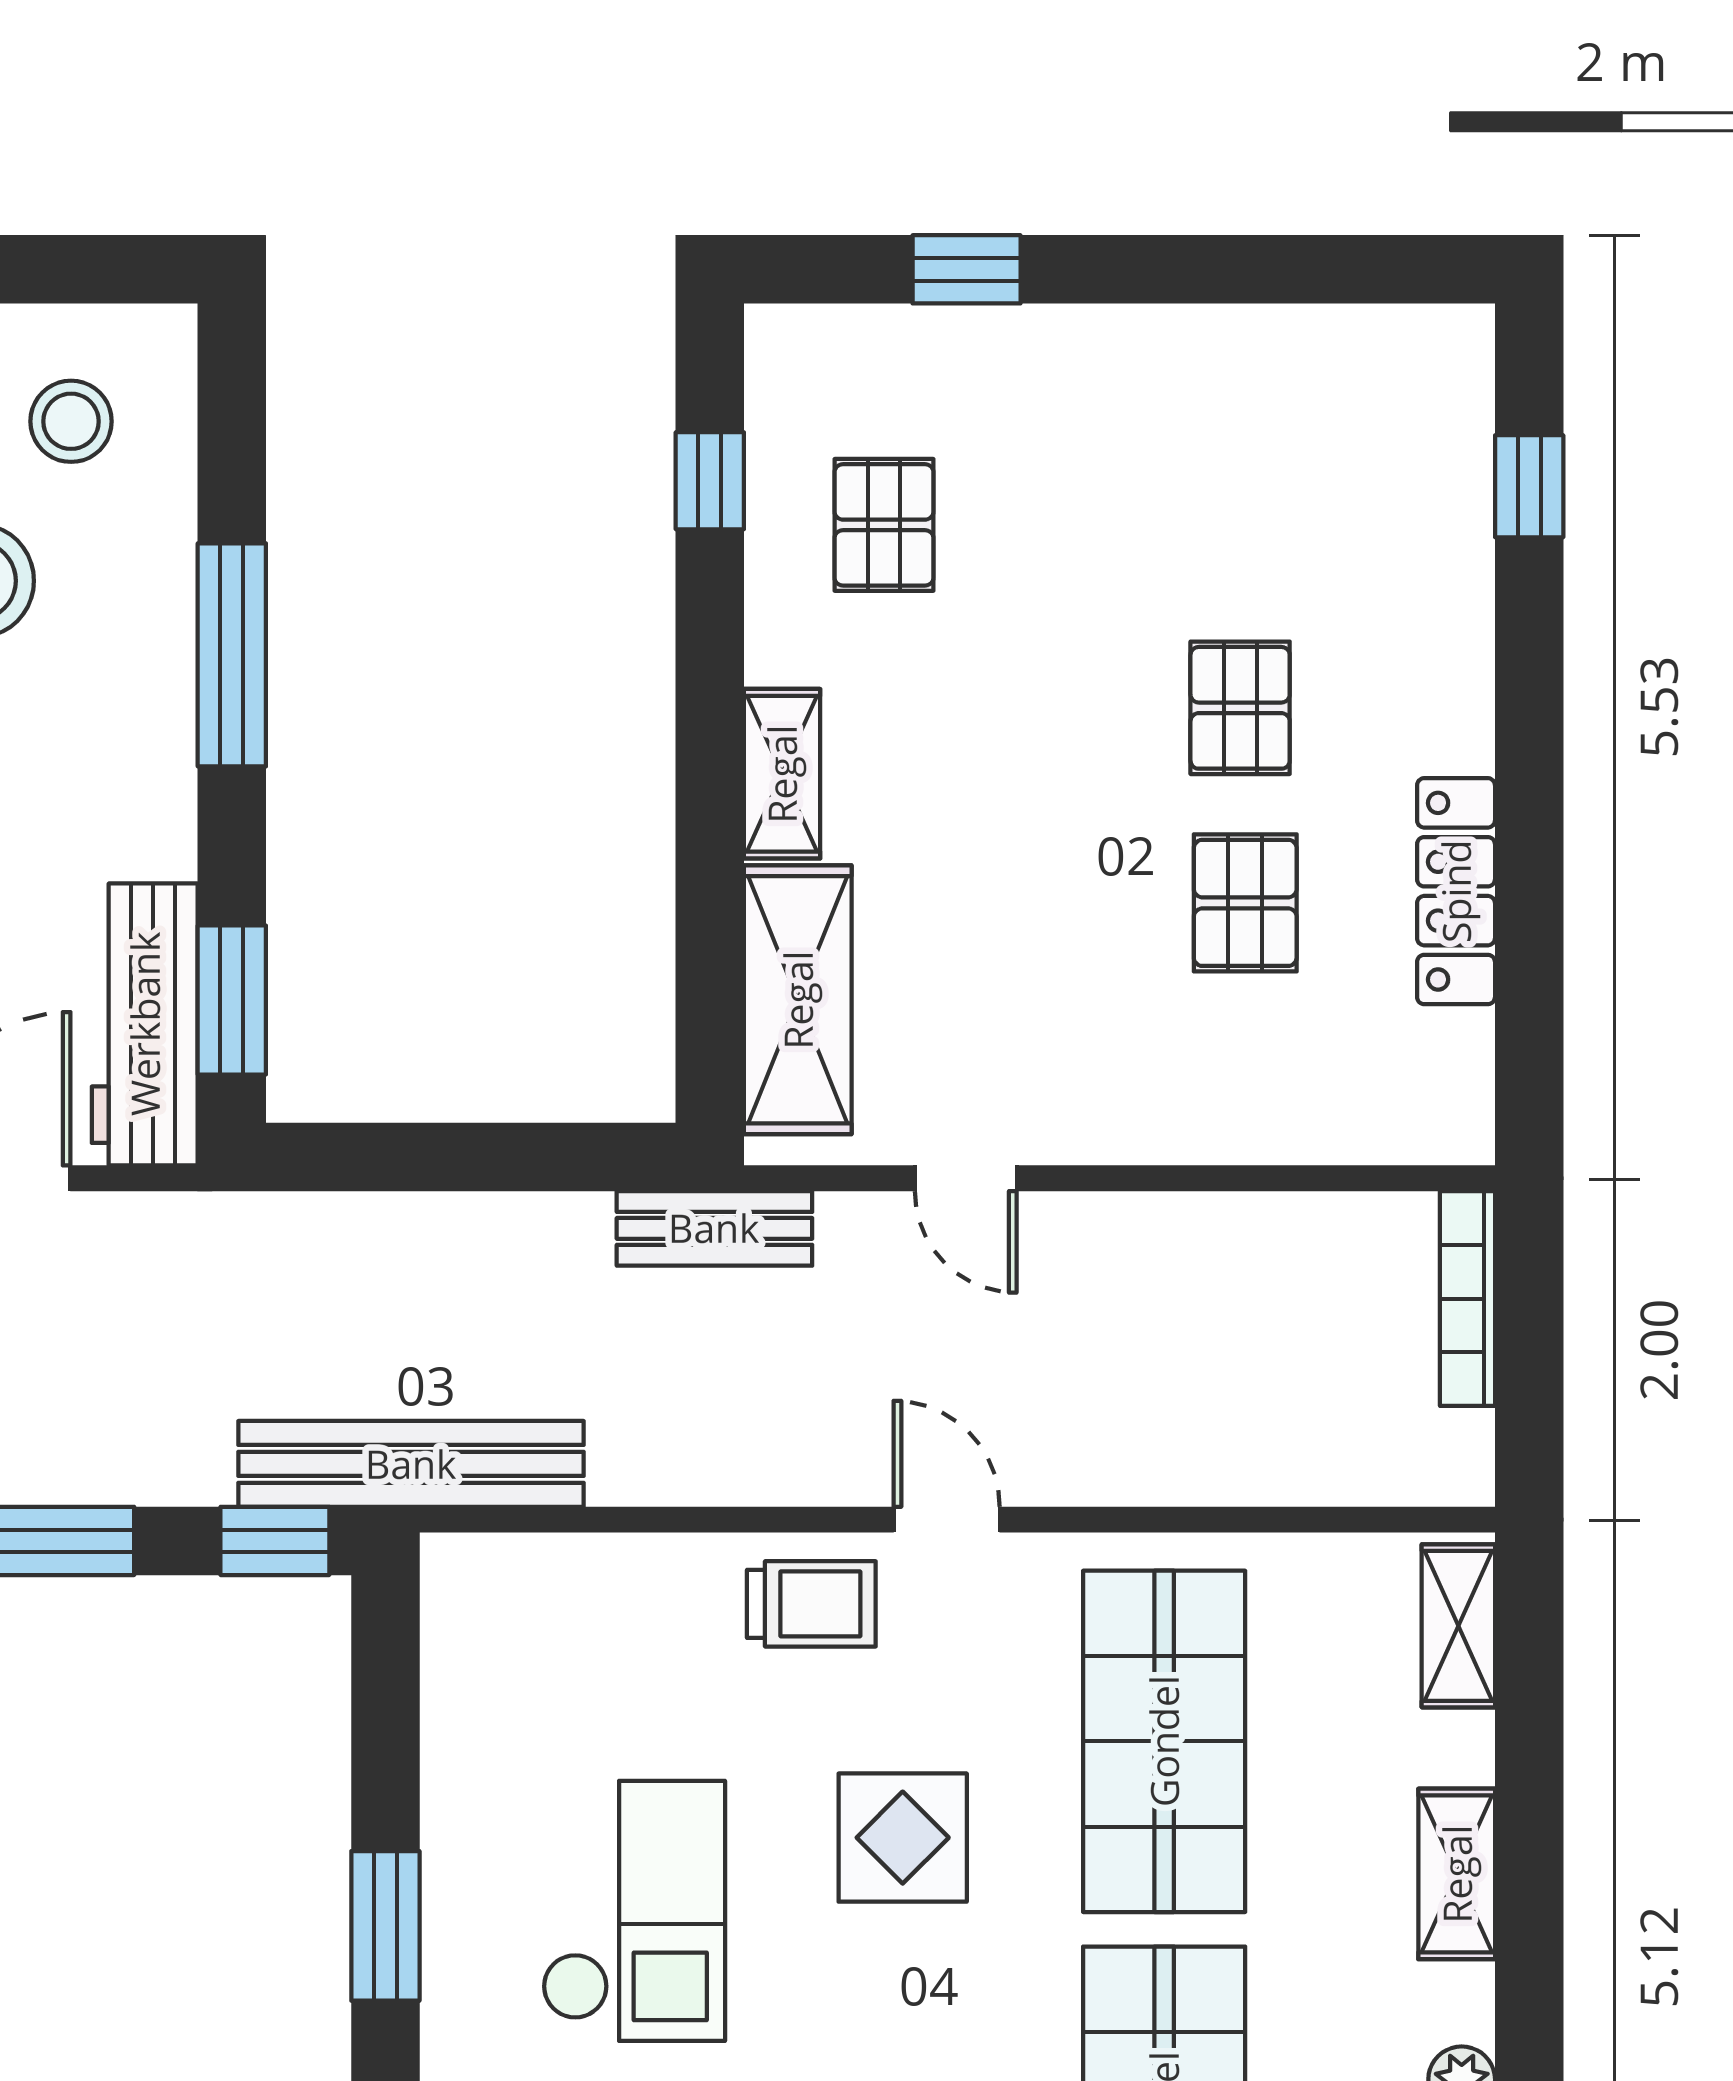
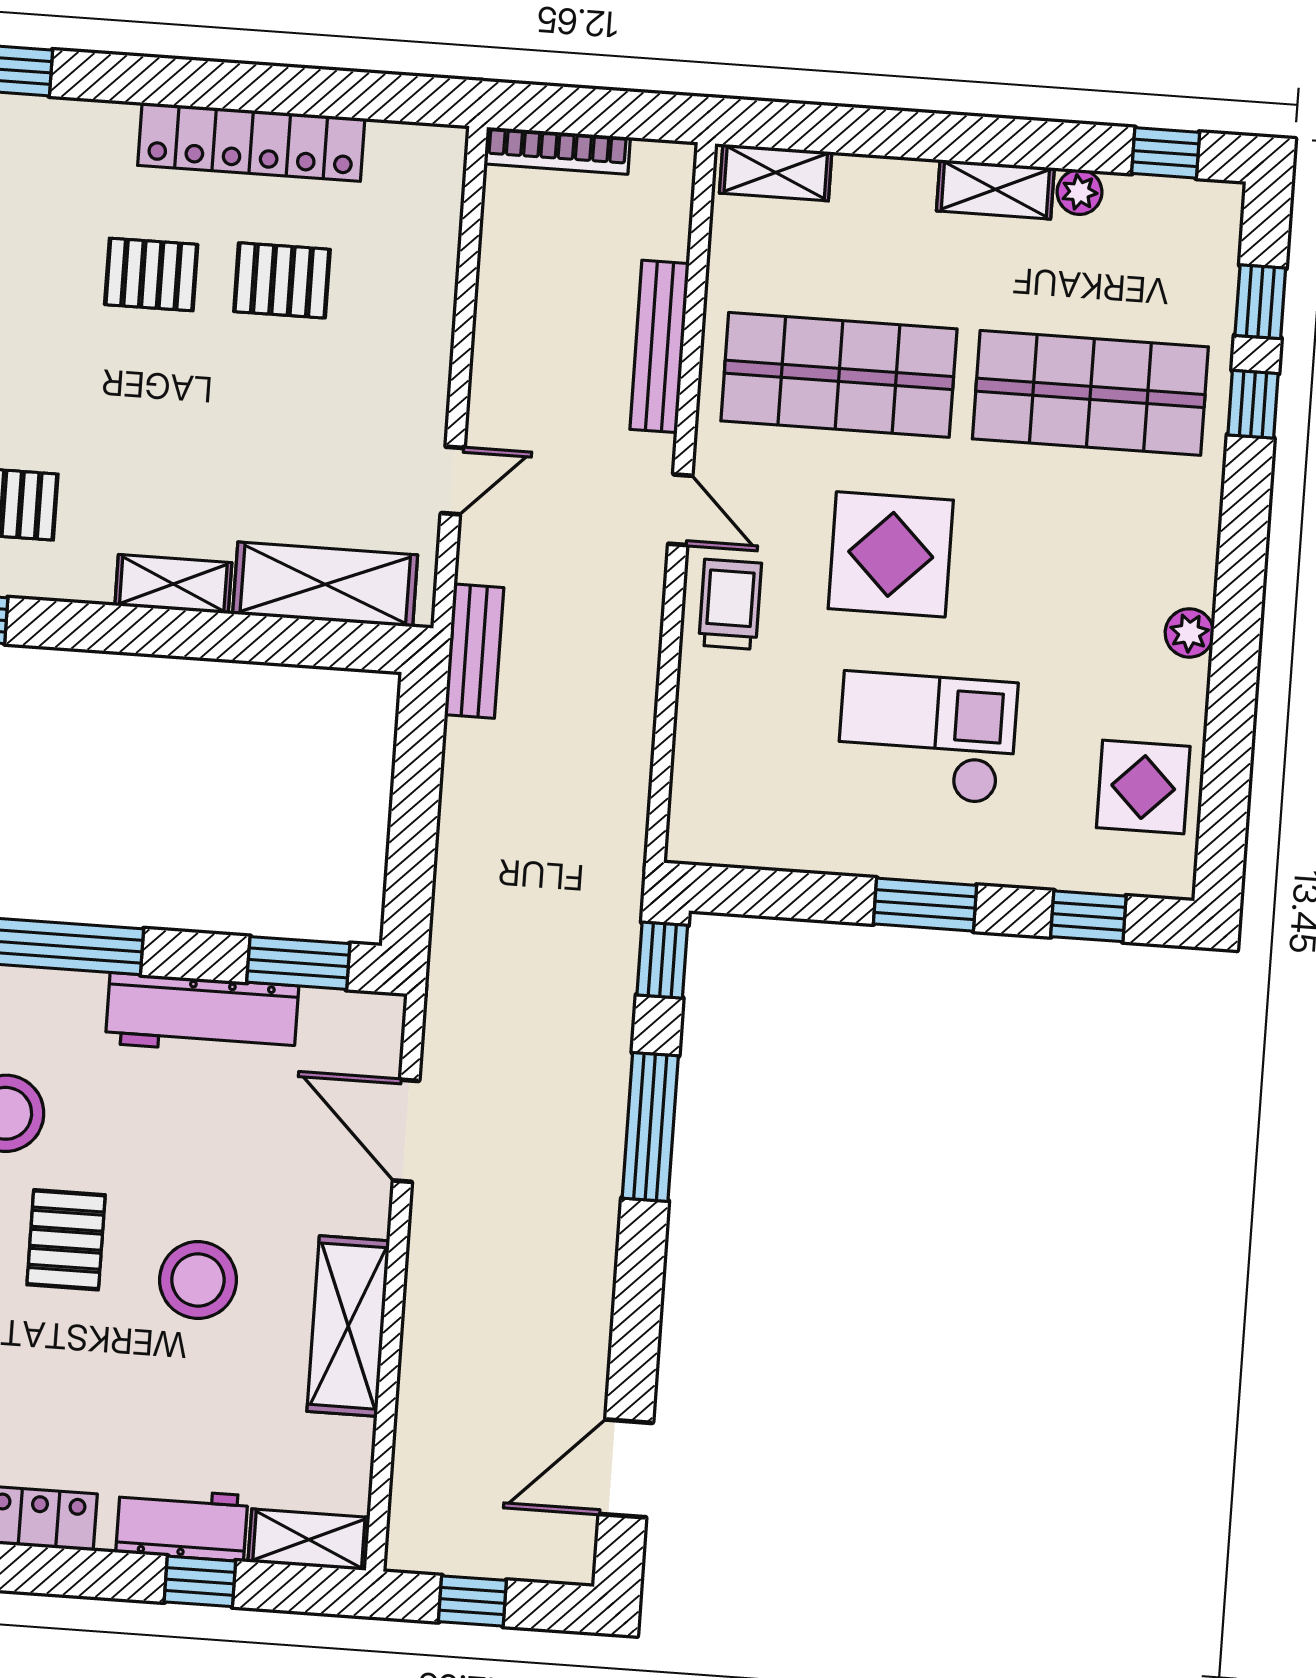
locker: (1456, 891) -> (251, 142), width x1.41, depth x1.21
workbench: (145, 1024) -> (202, 1015), moved
bench: (411, 1464) -> (659, 346), moved, width x0.73, depth x0.82
door: (947, 1520) -> (680, 510), swing flipped
display table: (903, 1838) -> (891, 554), width x1.36, depth x1.36
shelving: (1457, 1874) -> (995, 189), moved

